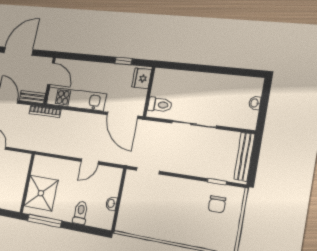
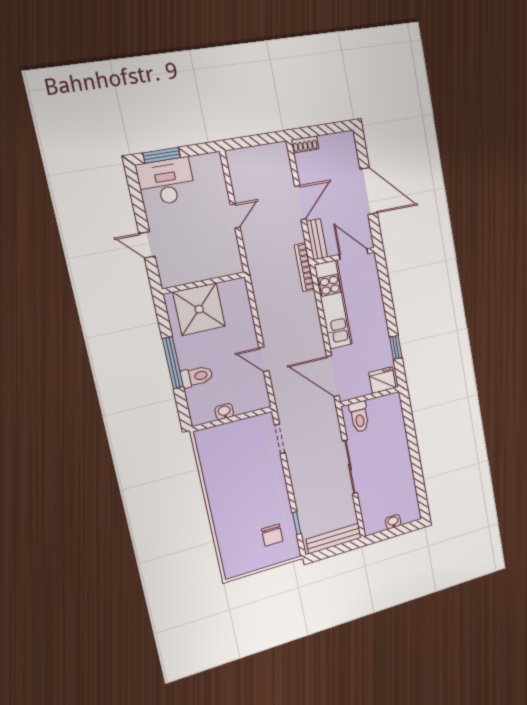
door: (51, 74) -> (354, 254), swing flipped
door: (122, 115) -> (333, 376), hinge flipped
chair: (217, 204) -> (272, 535), turned -90
window: (45, 221) -> (173, 363), moved

